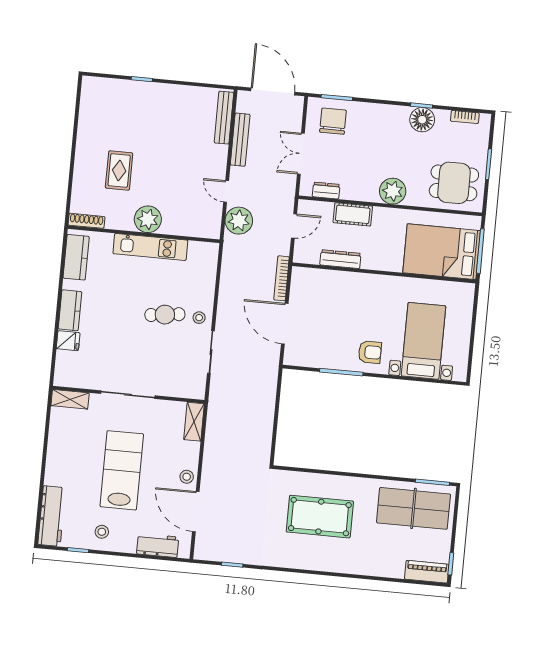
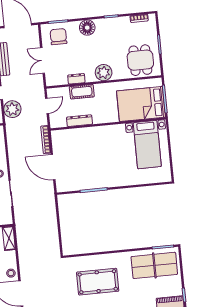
floor lamp: (422, 120) -> (87, 28), moved
dining table: (454, 183) -> (140, 60), turned 90
dresser: (326, 191) -> (76, 79), moved
bed with nightstands: (424, 341) -> (147, 145), moved, turned 180
armchair: (370, 352) -> (109, 174), removed

